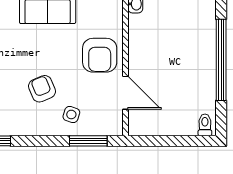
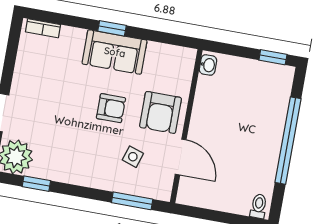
armchair: (42, 89) -> (111, 108), moved, turned 112
side table: (71, 114) -> (133, 157), moved

